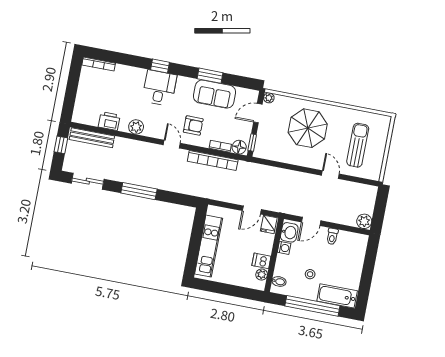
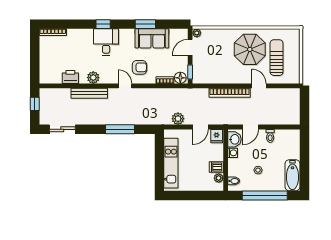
parasol: (308, 128) -> (250, 49), moved
bench: (92, 138) -> (89, 93), moved
bookcase: (213, 160) -> (230, 93), moved
window: (139, 191) -> (120, 129), moved
plant: (364, 221) -> (178, 119), moved
bathtub: (337, 296) -> (292, 175), moved, turned -90

